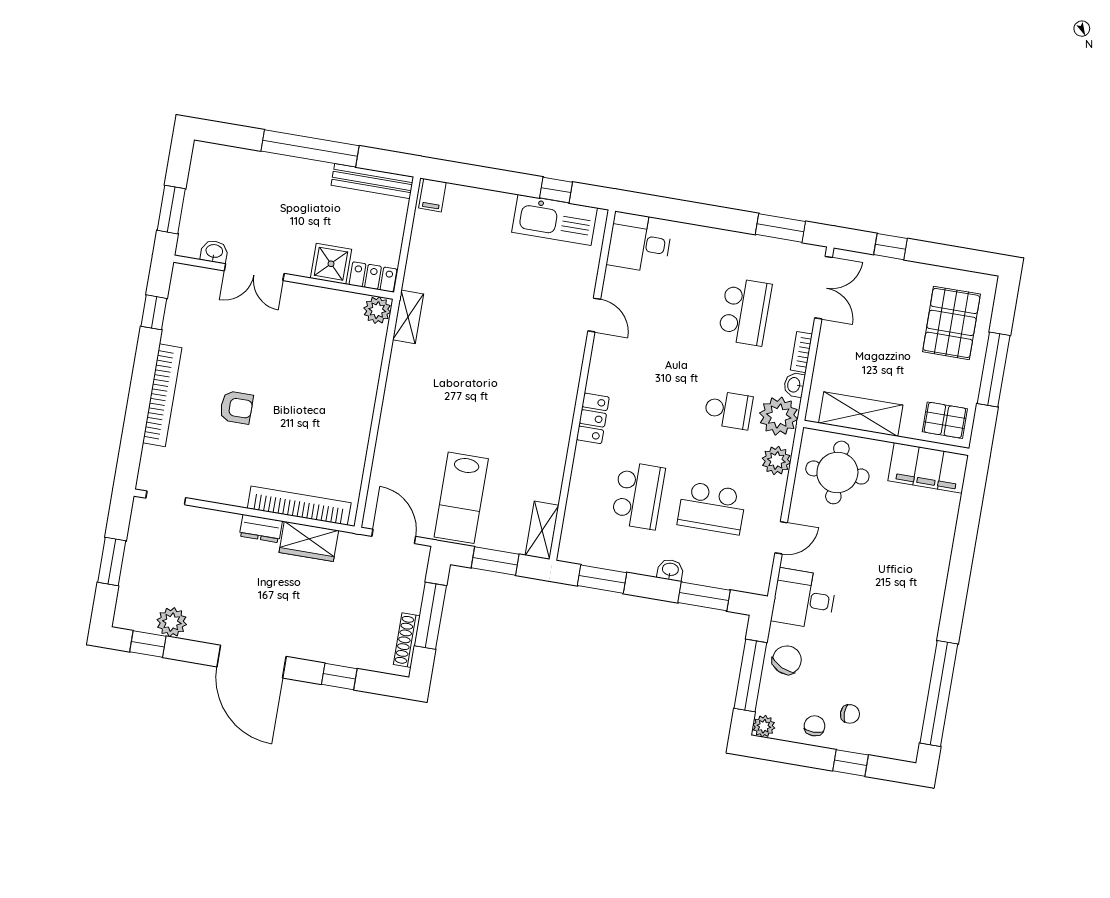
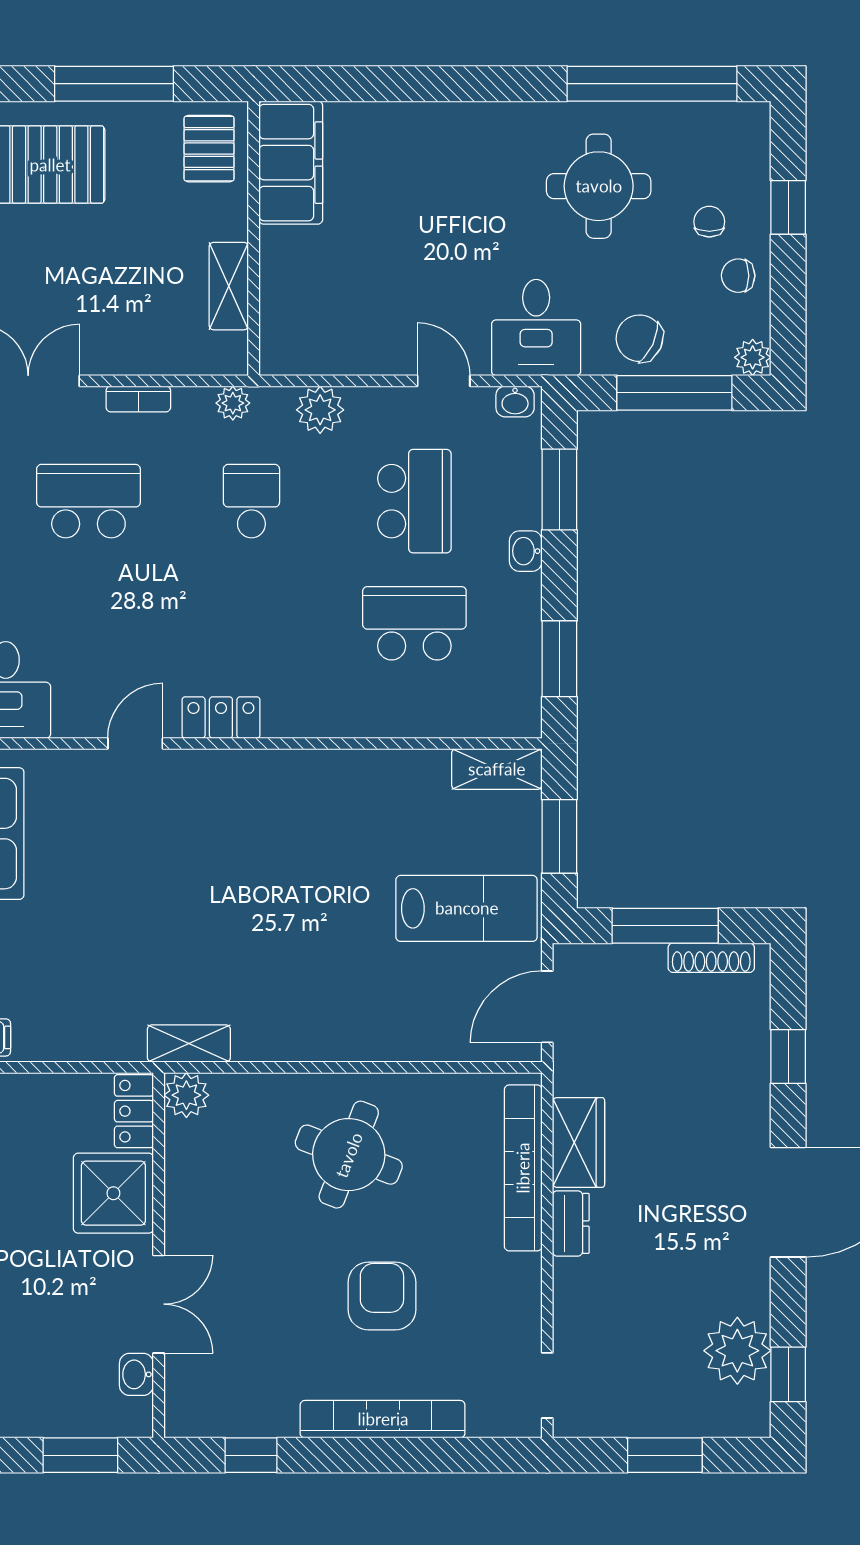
shower: (331, 264) -> (113, 1193), width x1.36, depth x1.36
washbasin: (794, 385) -> (515, 401), moved
round table: (325, 402) -> (349, 1155), added
armchair: (236, 407) -> (382, 1296), width x1.38, depth x1.38
shelving: (861, 414) -> (229, 286), width x0.67, depth x0.75
plant: (779, 416) -> (233, 403), width x0.53, depth x0.53
locker: (593, 418) -> (221, 718), moved
round table: (837, 472) -> (599, 186), moved
plant: (172, 622) -> (737, 1351), width x1.36, depth x1.36

